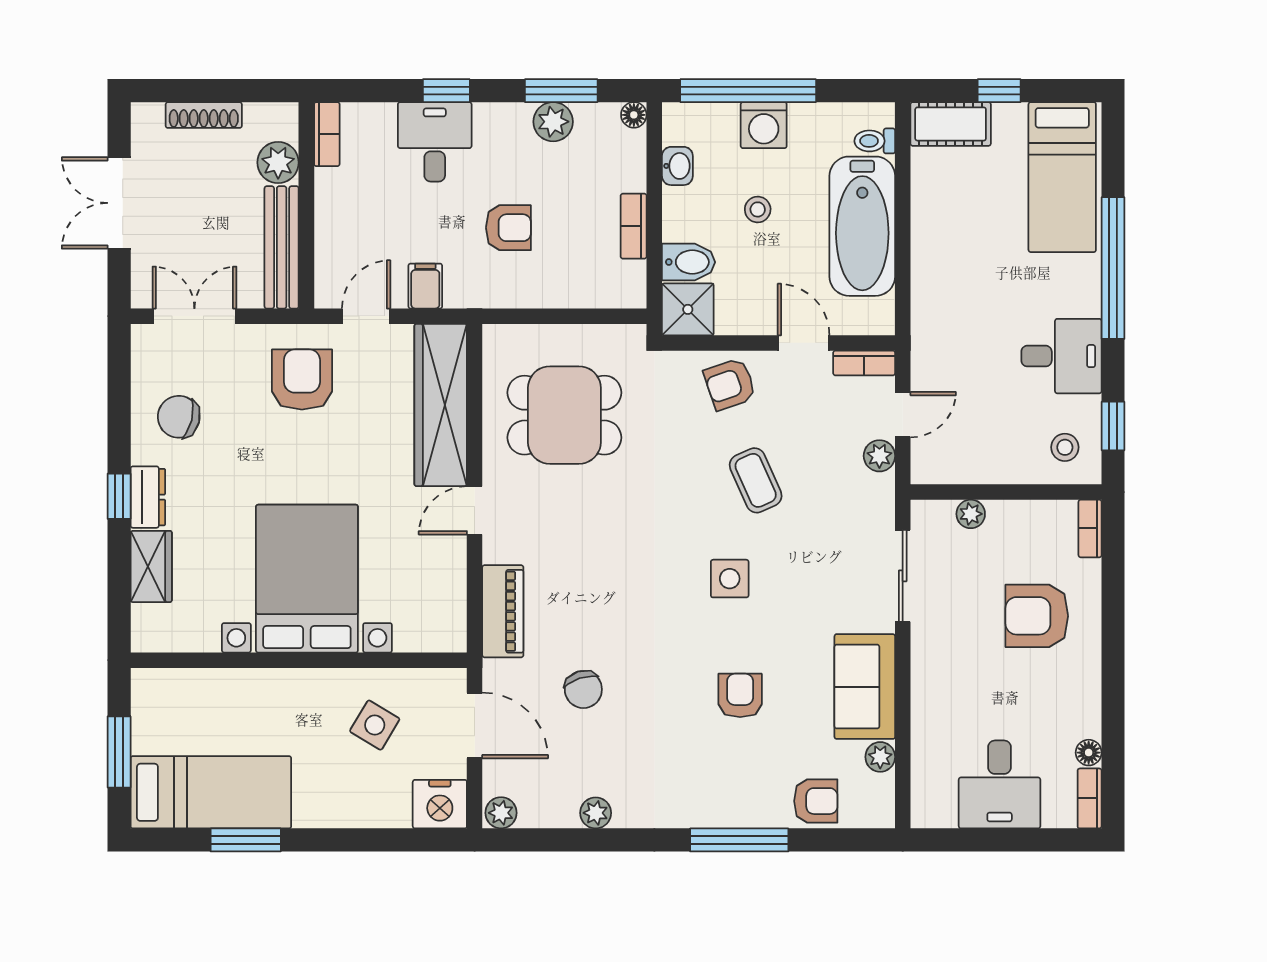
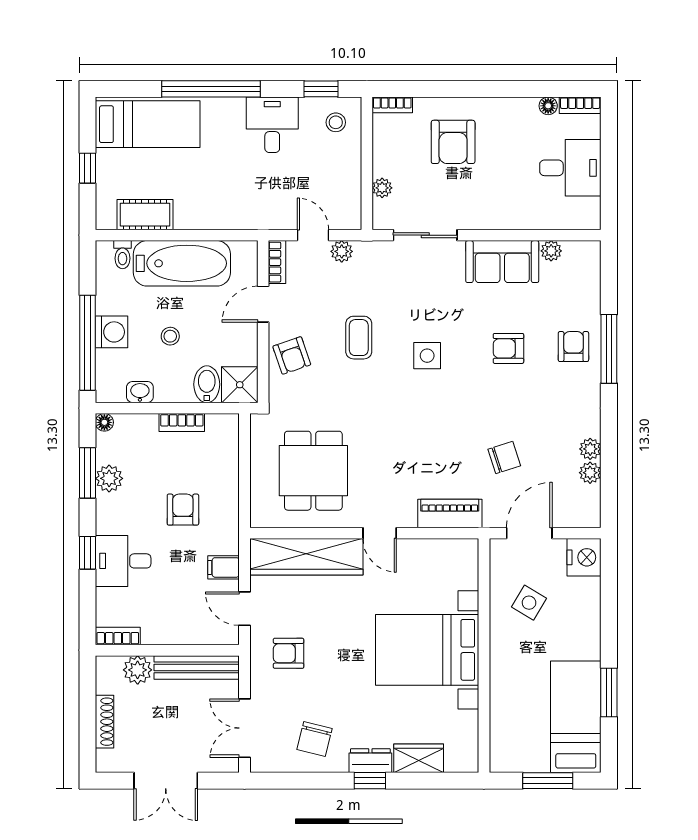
cot: (951, 124) -> (145, 215), moved, turned 90
armchair: (302, 379) -> (289, 653), width x0.72, depth x0.72
coffee table: (756, 480) -> (359, 338), turned -66
armchair: (816, 801) -> (573, 347), moved
plant: (501, 813) -> (590, 473), moved

